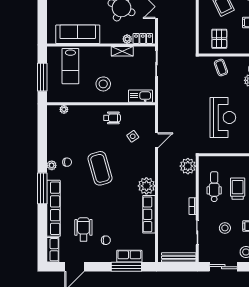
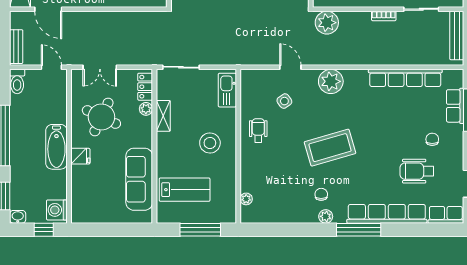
plant: (146, 186) -> (331, 81), moved
row of seats: (149, 214) -> (405, 78), width x1.36

